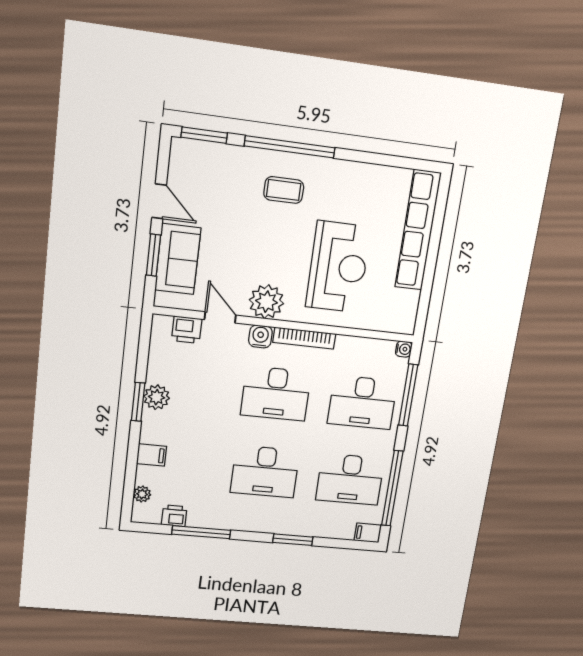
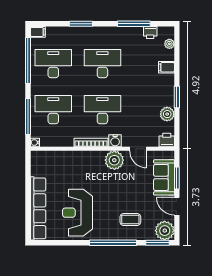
plant: (188, 157) -> (165, 231), added
coffee table: (284, 190) -> (130, 220), moved
reception desk: (338, 267) -> (77, 213), moved
printer: (187, 330) -> (167, 140), moved
plant: (157, 397) -> (167, 114), moved

